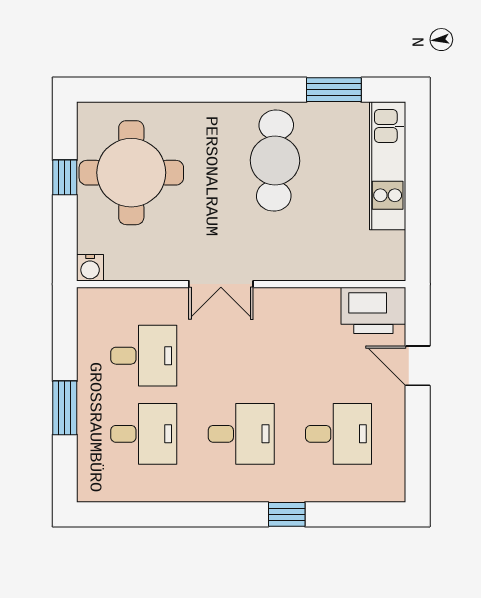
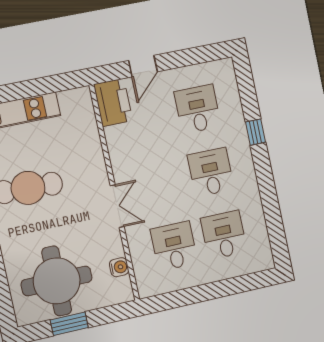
window: (65, 177) -> (69, 324), width x1.50
water cooler: (90, 268) -> (119, 267), moved
window: (65, 408) -> (218, 289), removed

